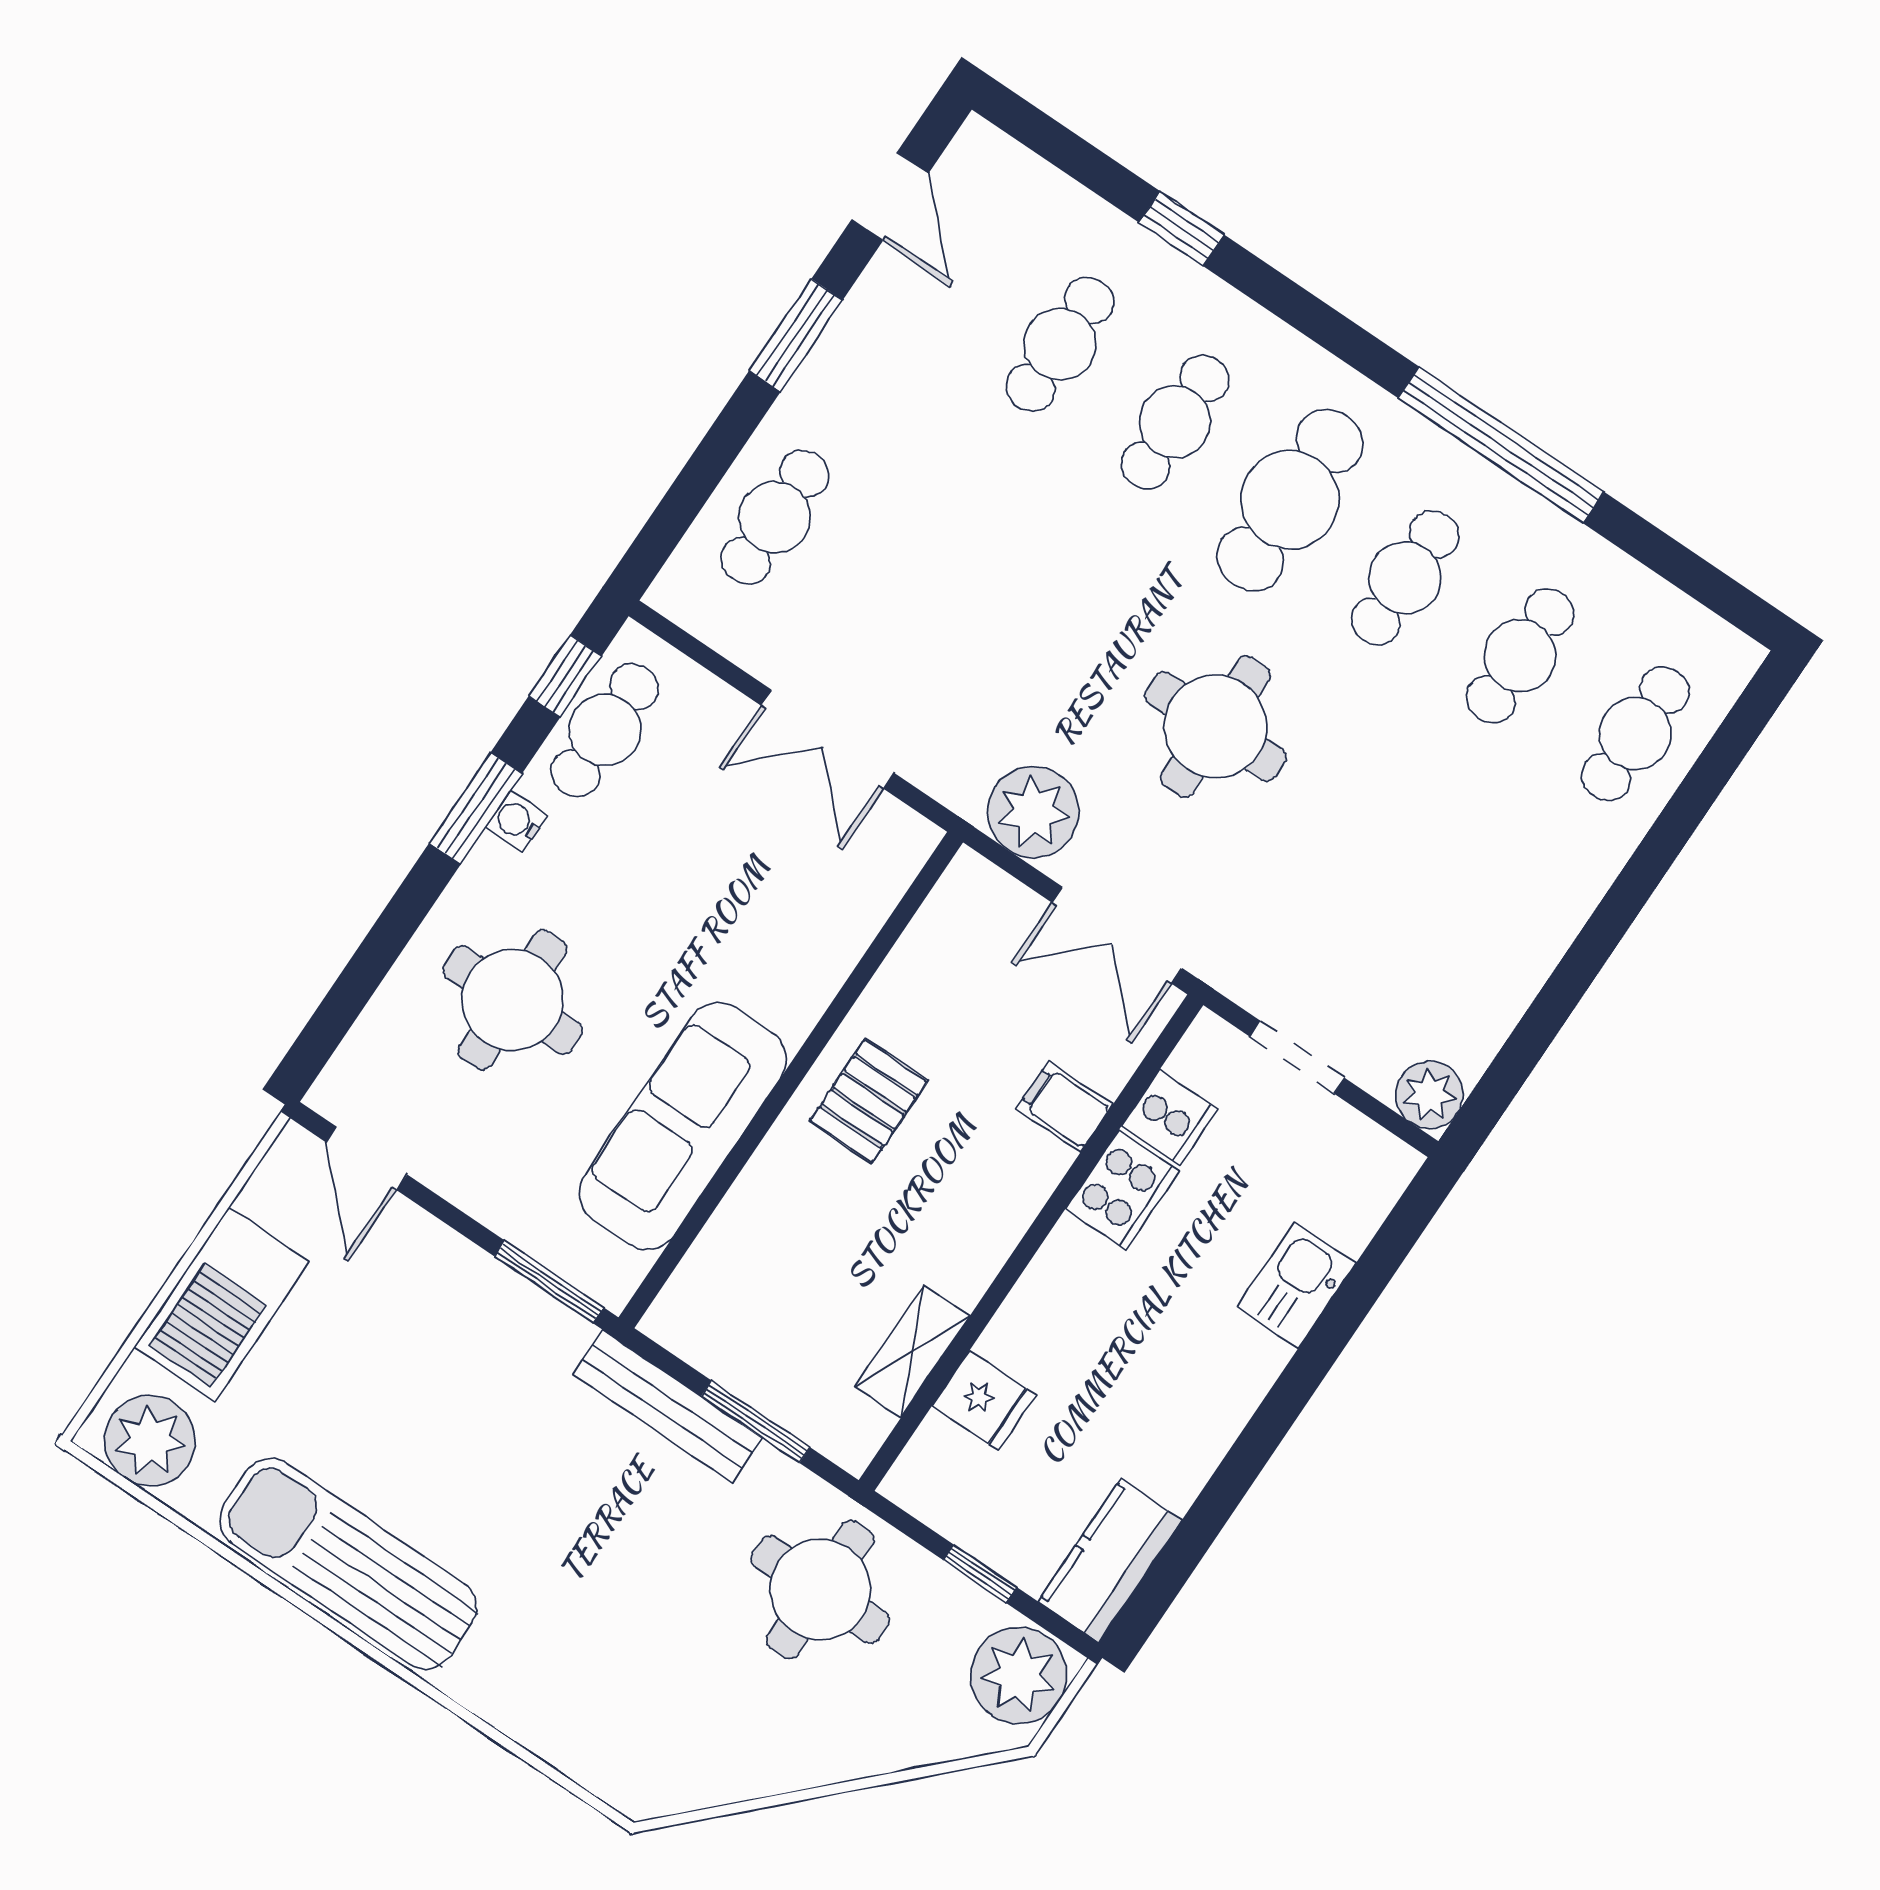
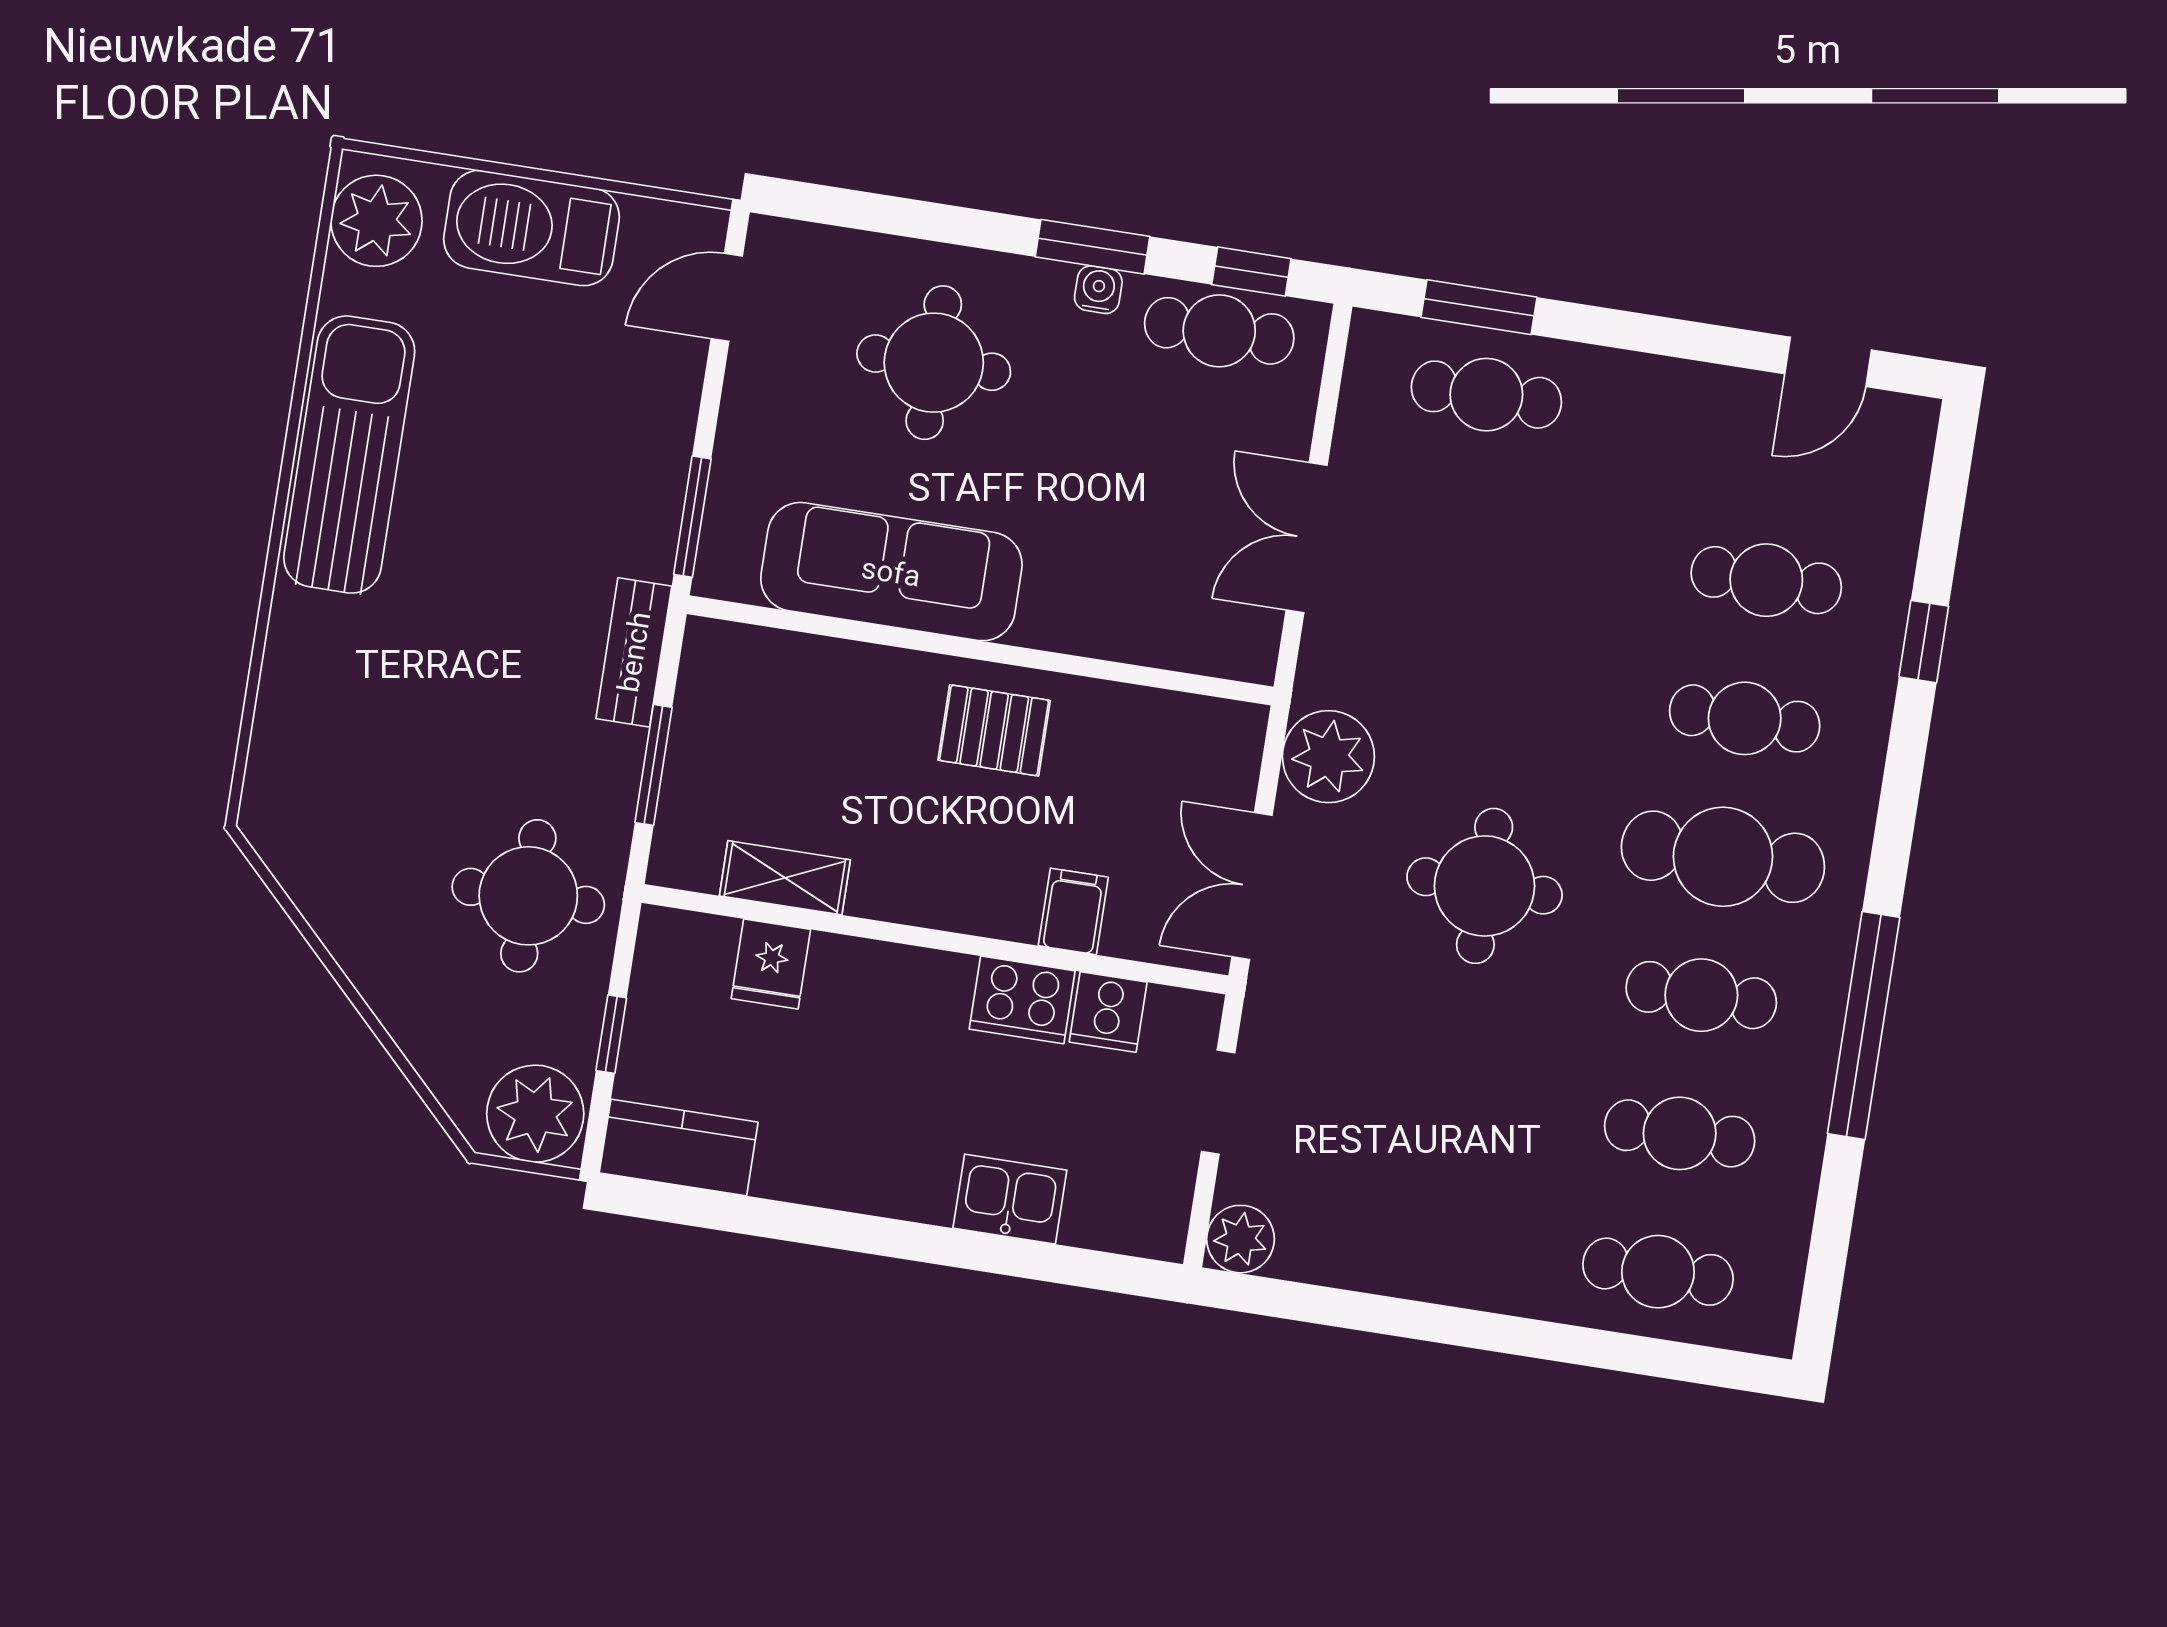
window: (796, 335) -> (1479, 307), moved
bench: (668, 1406) -> (634, 652), width x0.73

